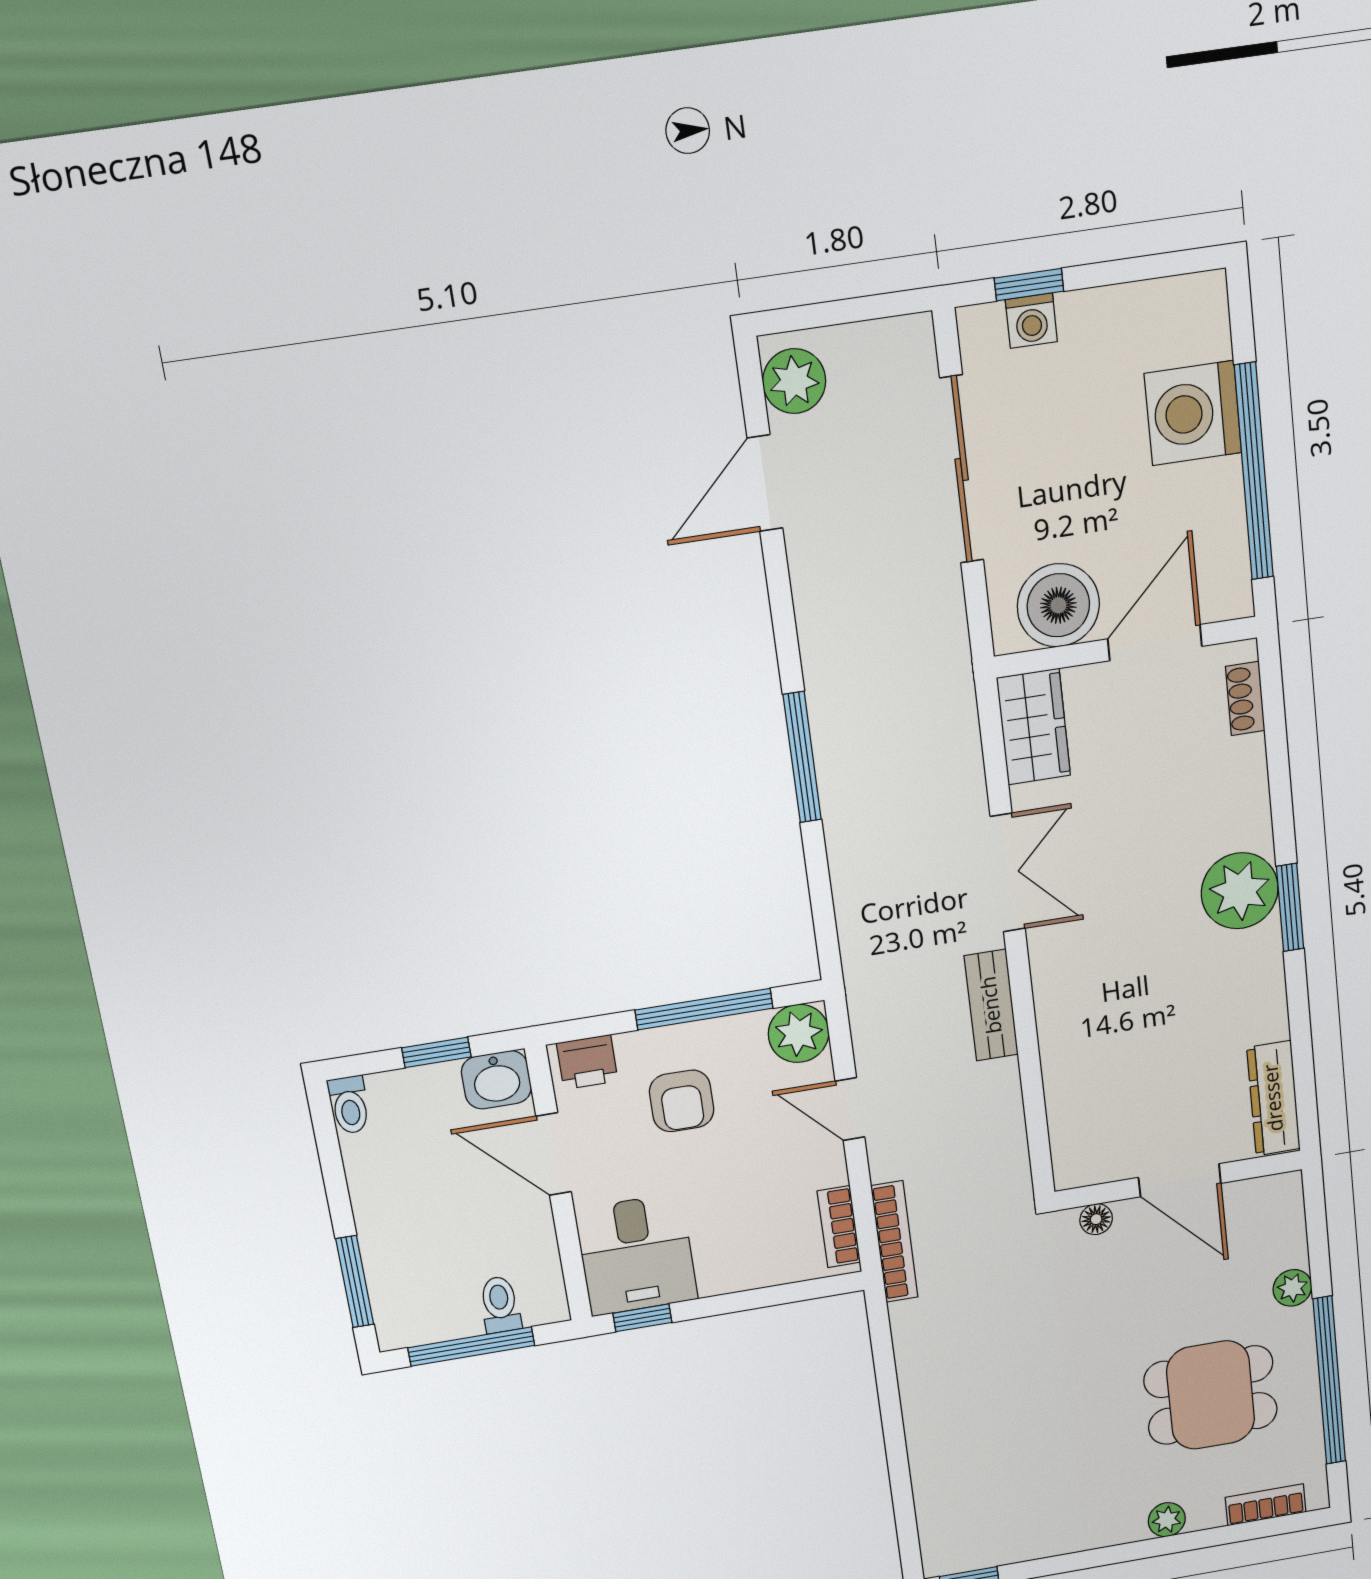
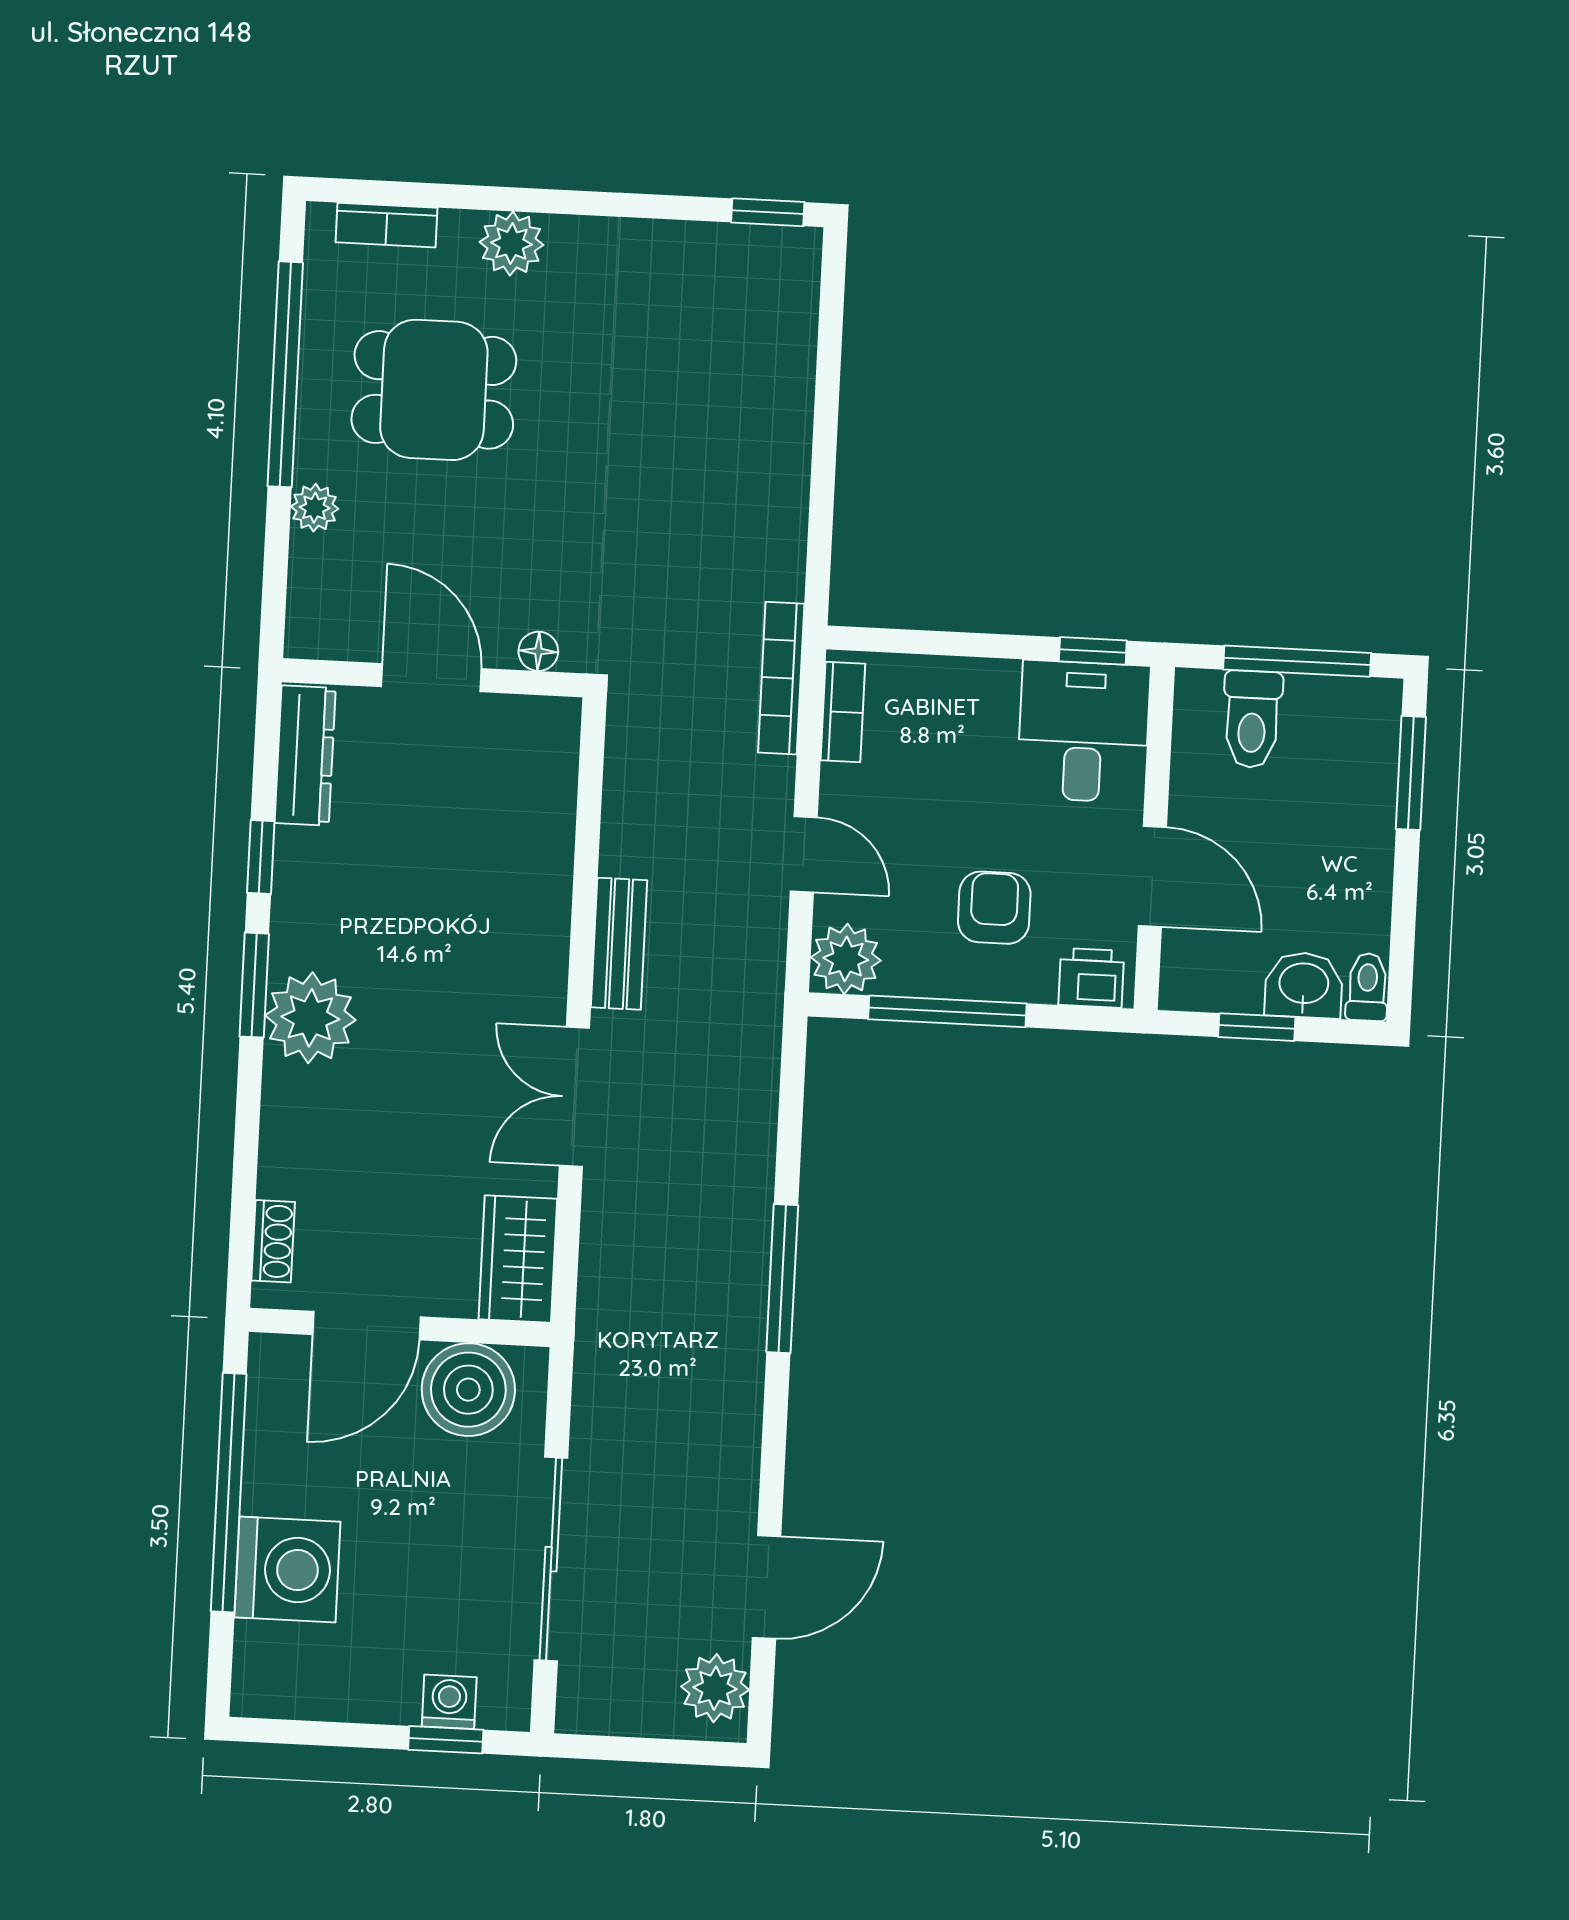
window: (1299, 1011) -> (261, 857), added
washbasin: (496, 1080) -> (1304, 985), moved
toilet: (500, 1305) -> (1252, 719), width x1.37, depth x1.39
plant: (1167, 1520) -> (511, 244), width x1.38, depth x1.38

